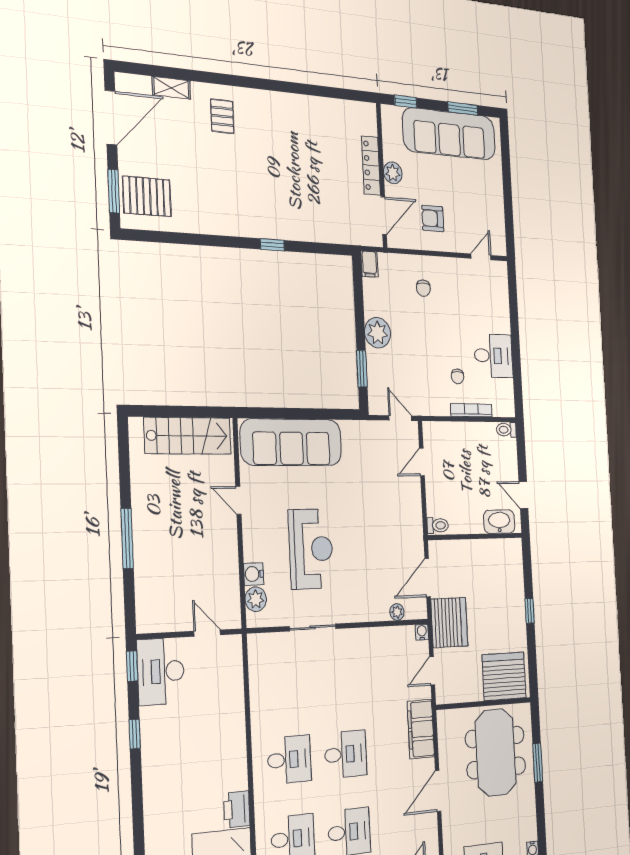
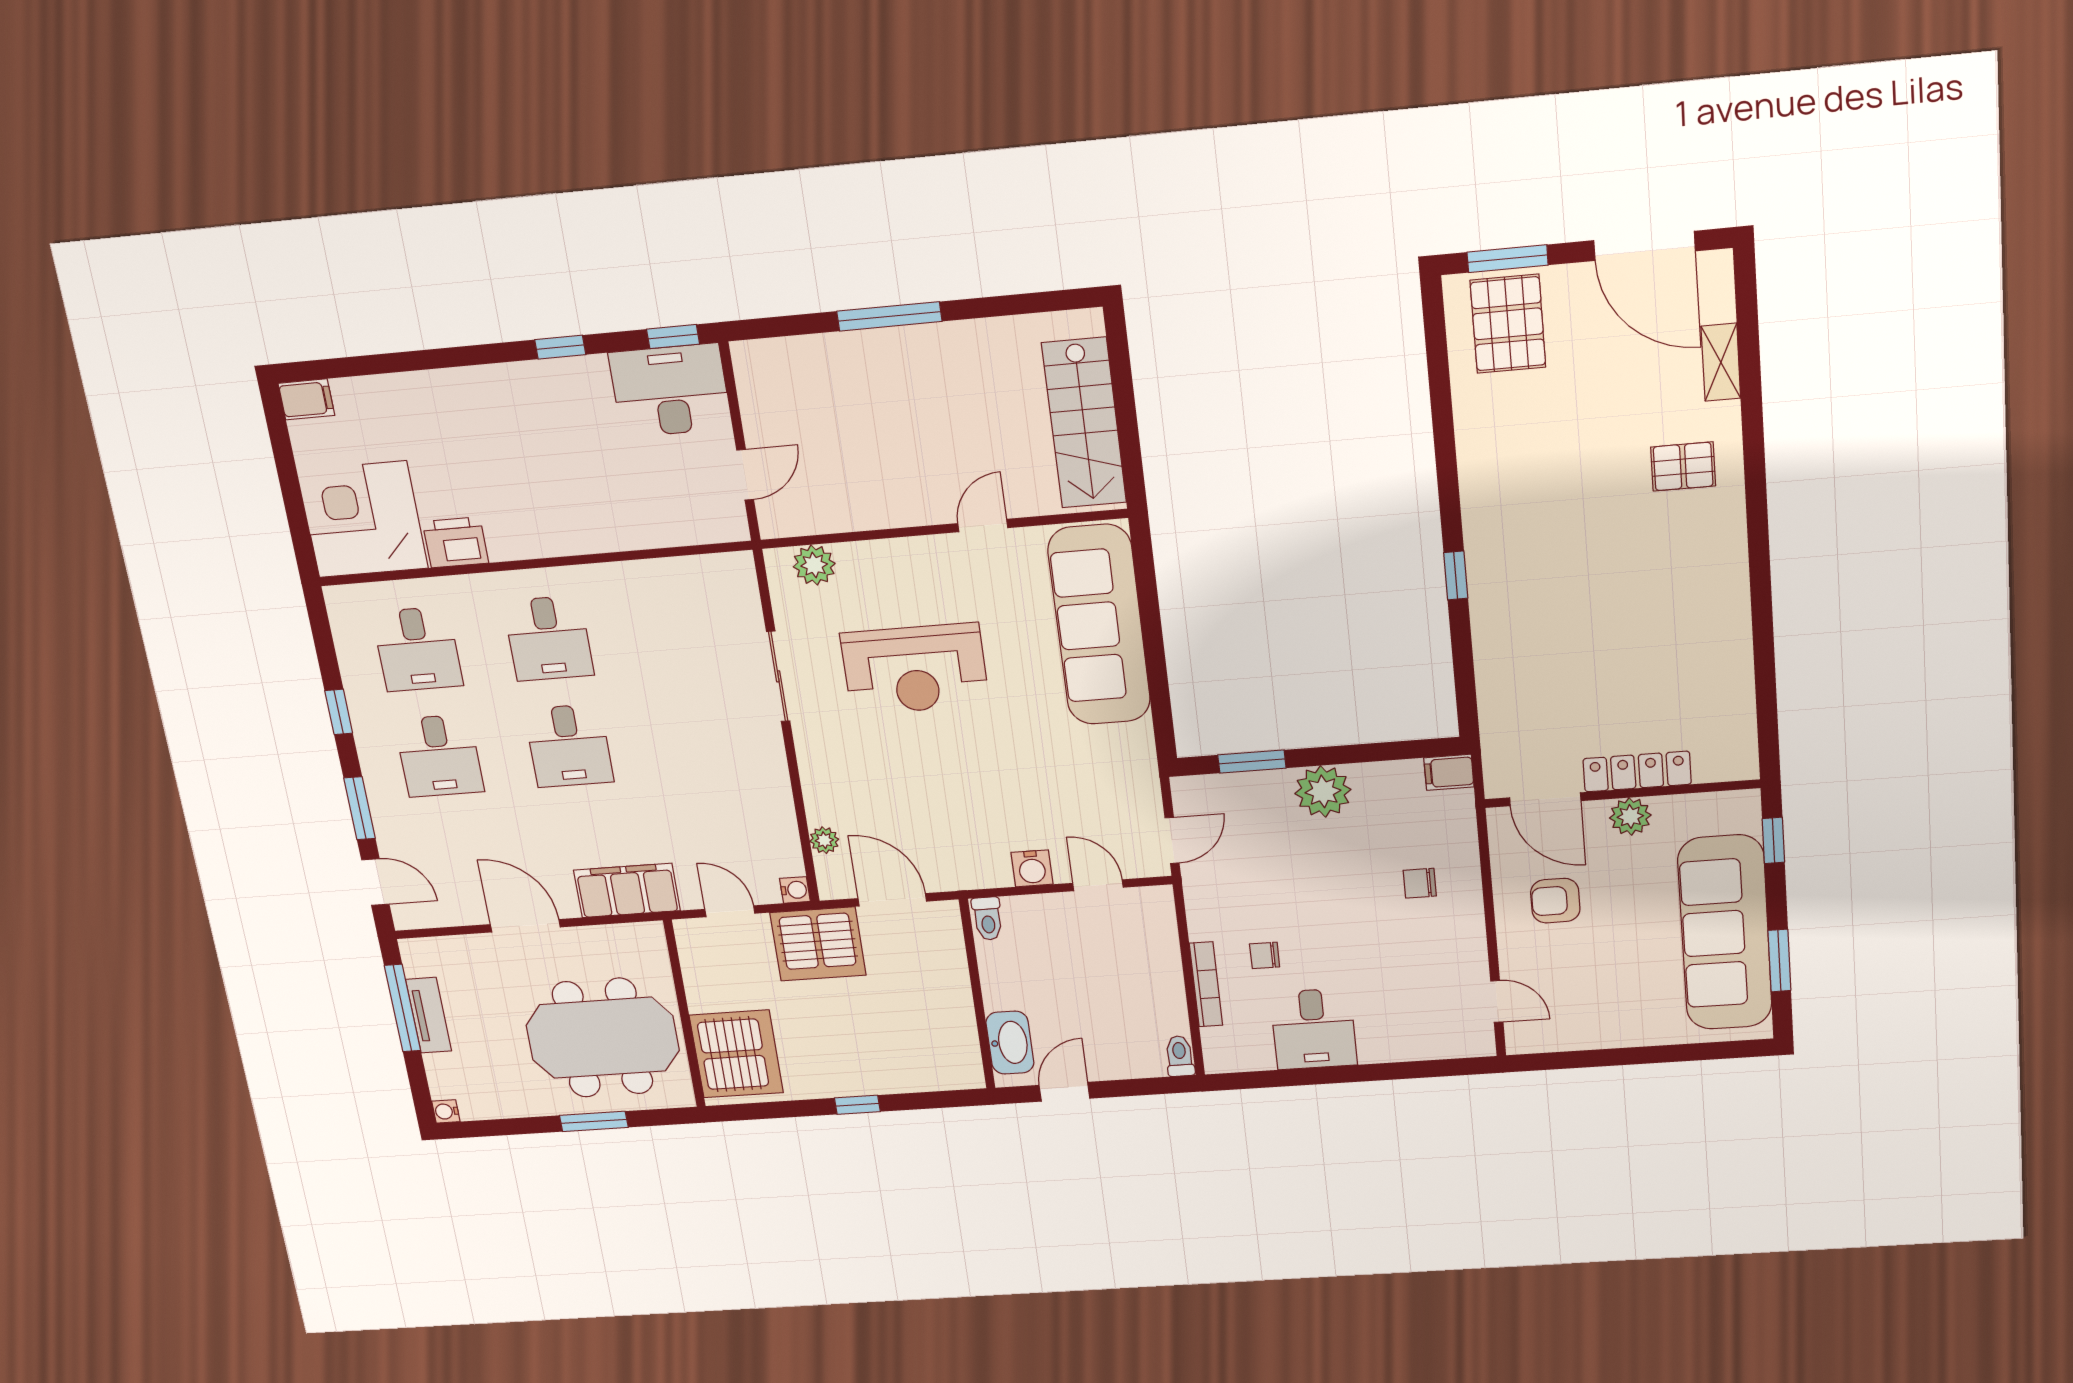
armchair: (433, 218) -> (1555, 901), turned -90
water cooler: (254, 574) -> (1032, 868), moved, turned 180

